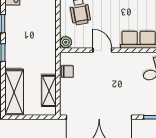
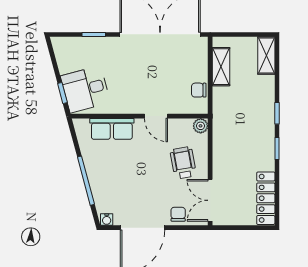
shelving: (14, 92) -> (266, 56), width x0.67, depth x0.75

